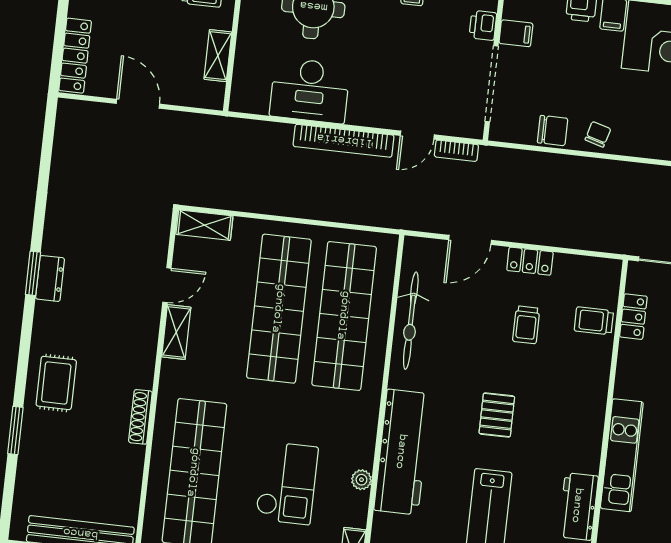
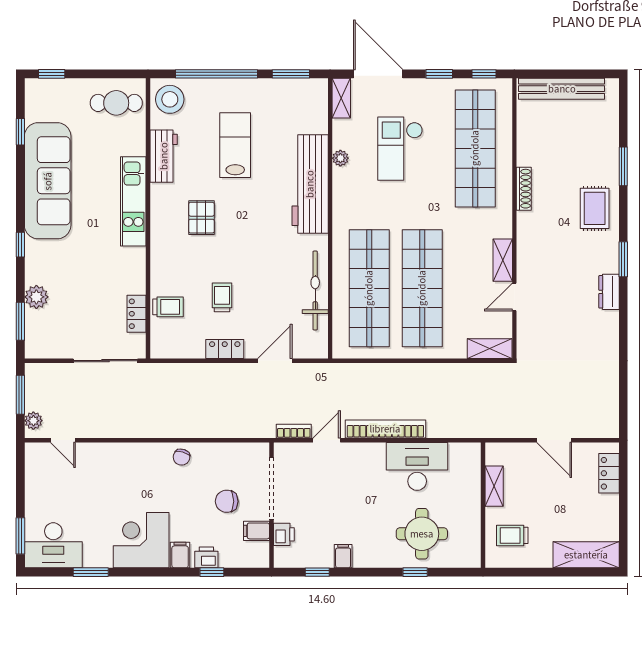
locker: (75, 56) -> (609, 473), width x0.66
chair: (553, 131) -> (227, 501), moved
window: (33, 273) -> (623, 259), moved
pallet: (497, 415) -> (201, 218), moved

